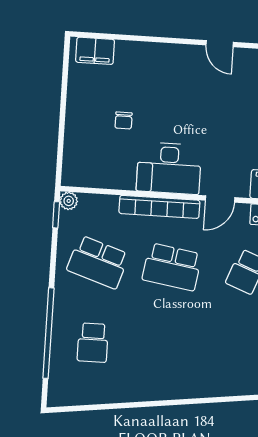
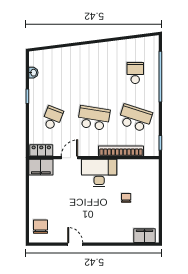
plant: (69, 201) -> (154, 151), removed
bookcase: (159, 207) -> (121, 151), moved

